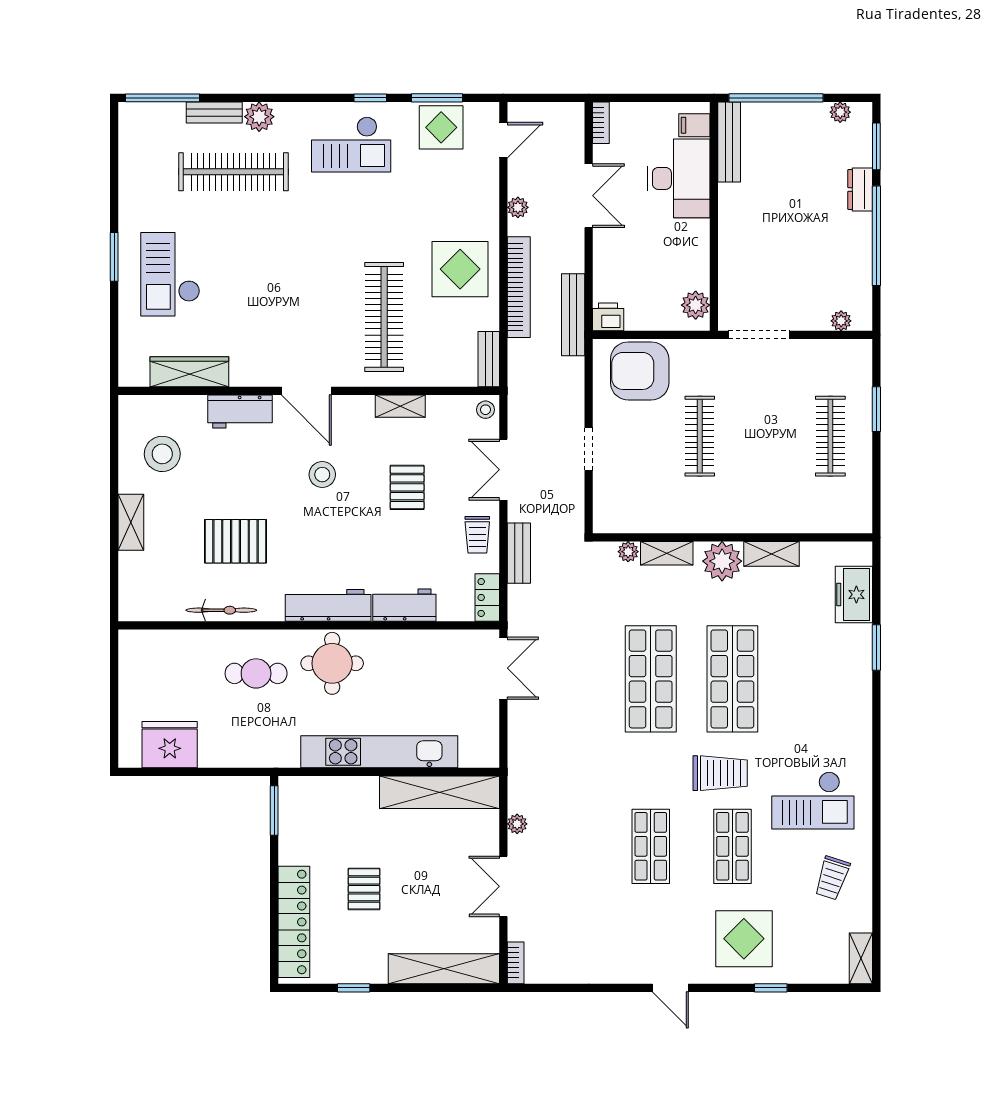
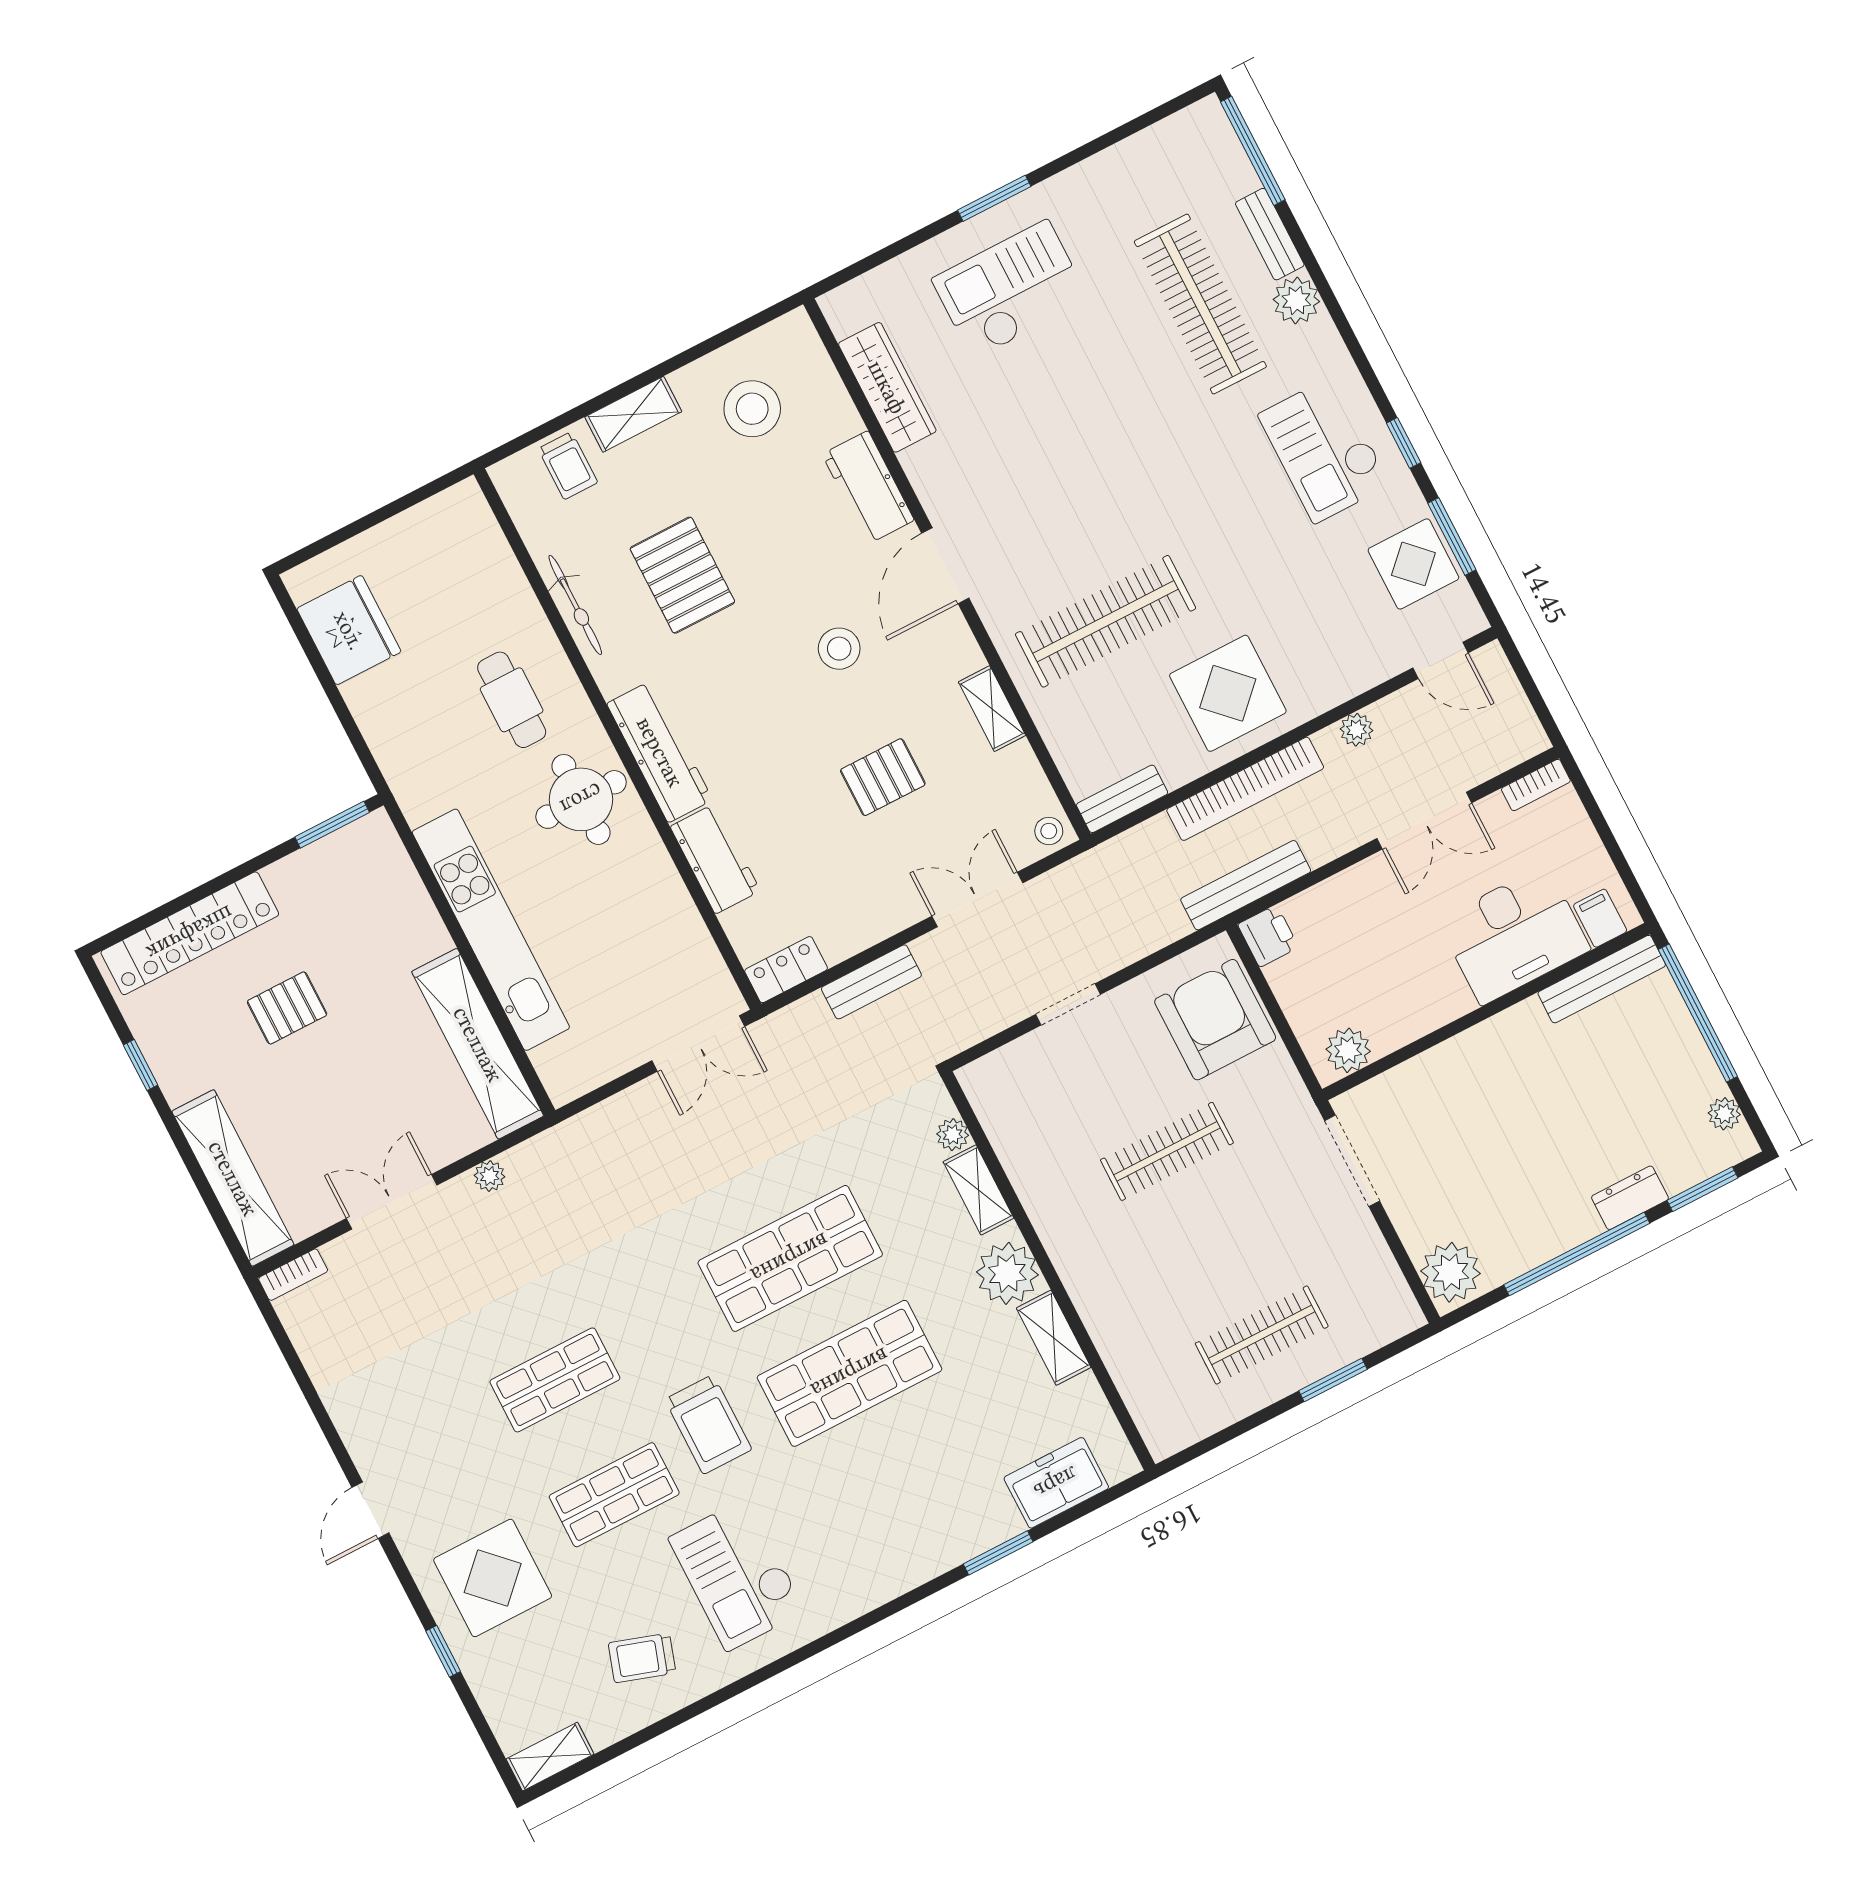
plant: (841, 321) -> (1451, 1272), width x1.87, depth x1.87
trolley: (477, 535) -> (568, 466), moved, turned -90

